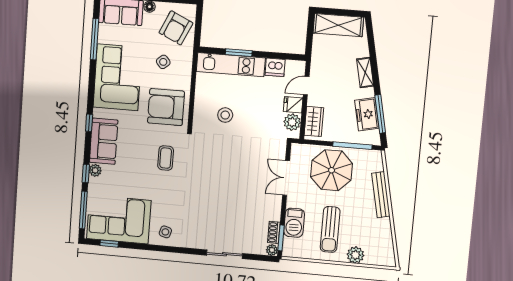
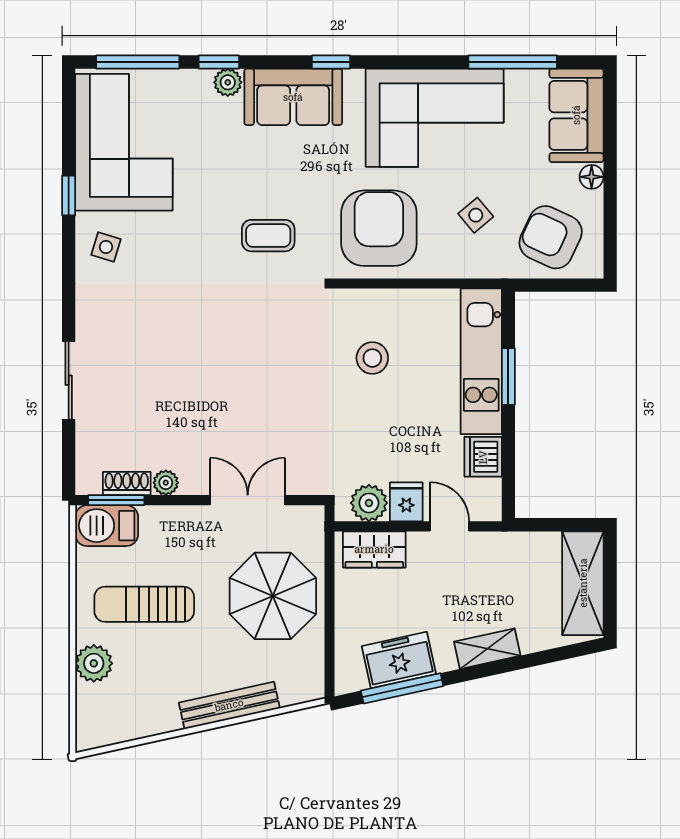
window: (352, 146) -> (329, 636), removed
barbecue: (294, 223) -> (107, 526), moved
window: (109, 244) -> (69, 195), moved
plant: (272, 250) -> (166, 483), moved

